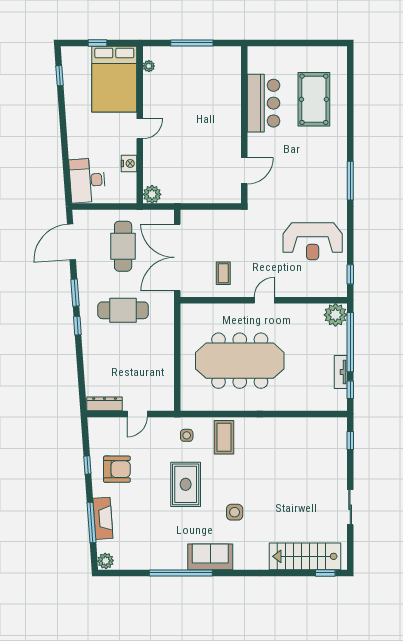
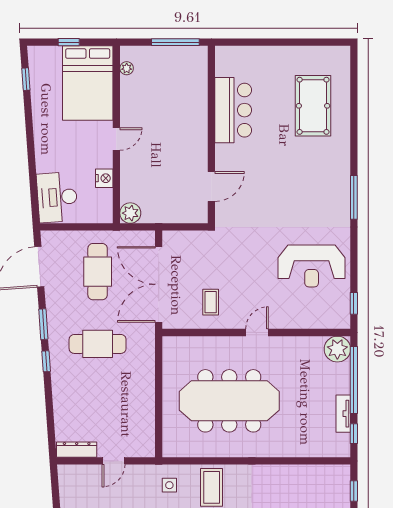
bar counter: (263, 103) -> (233, 110), moved
wall: (244, 125) -> (211, 135), moved
door: (244, 171) -> (211, 187), moved

